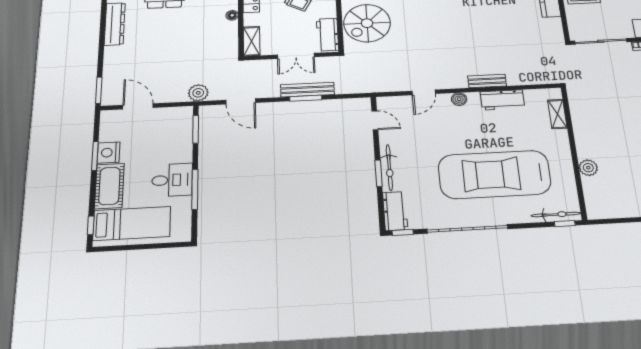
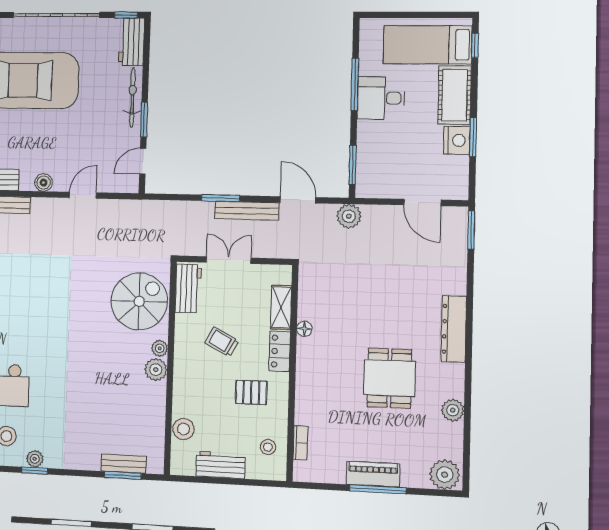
shelving: (251, 41) -> (281, 307), moved
bench: (307, 90) -> (247, 211), moved
door: (375, 120) -> (143, 161), hinge flipped
window: (379, 173) -> (144, 120), moved

